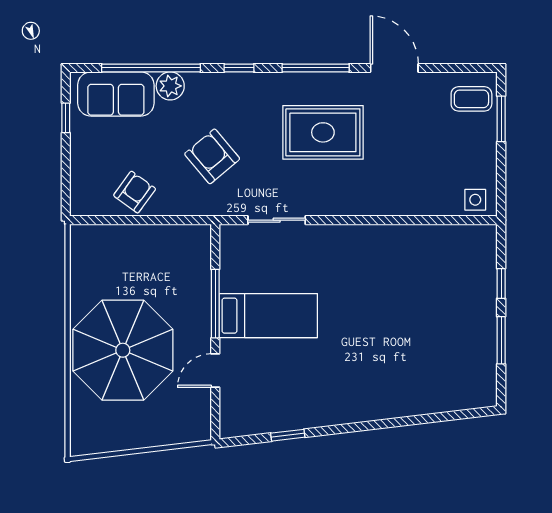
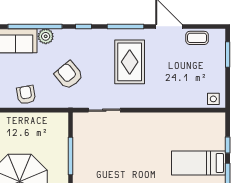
coffee table: (471, 99) -> (197, 38), moved
rug: (323, 132) -> (130, 62), turned 90
armchair: (135, 192) -> (26, 95), turned -46
bed: (268, 316) -> (198, 163), moved, turned 180

